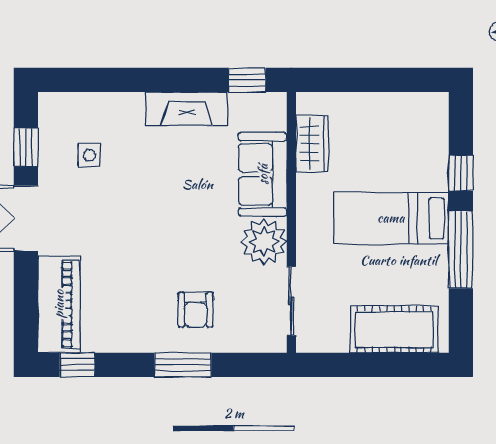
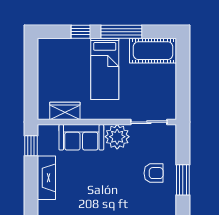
cot: (394, 329) -> (153, 51), moved, turned 90

